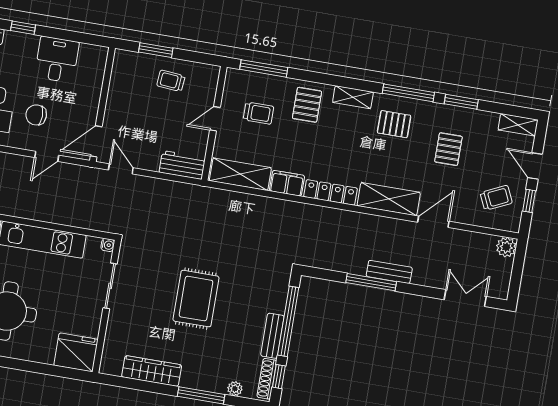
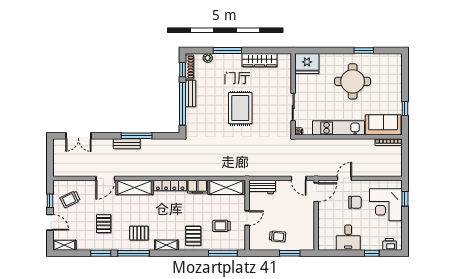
plant: (506, 247) -> (59, 171), removed

